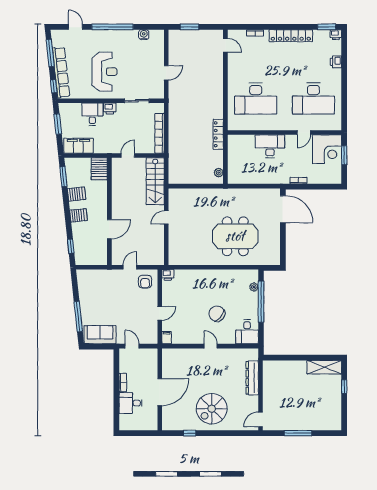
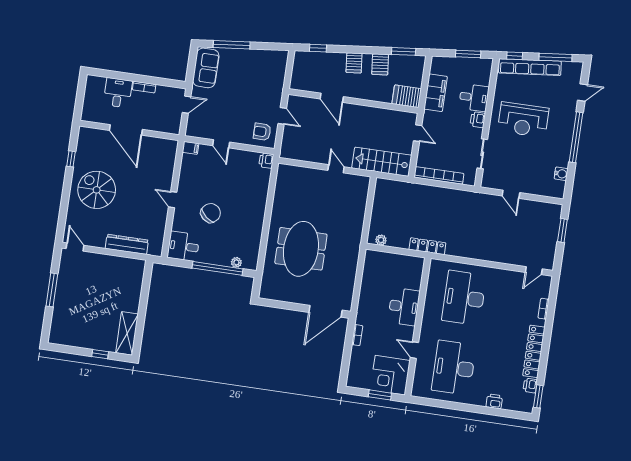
printer: (336, 35) -> (530, 386), moved
filing cabinet: (78, 146) -> (436, 93), moved
door: (211, 346) -> (173, 200), swing flipped

